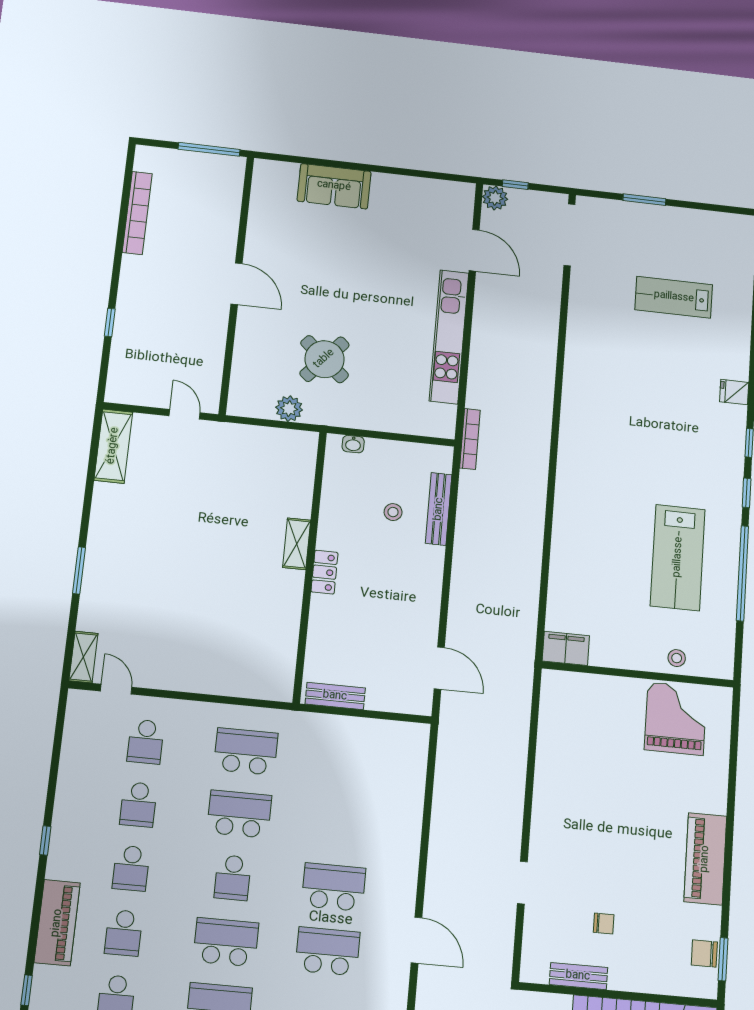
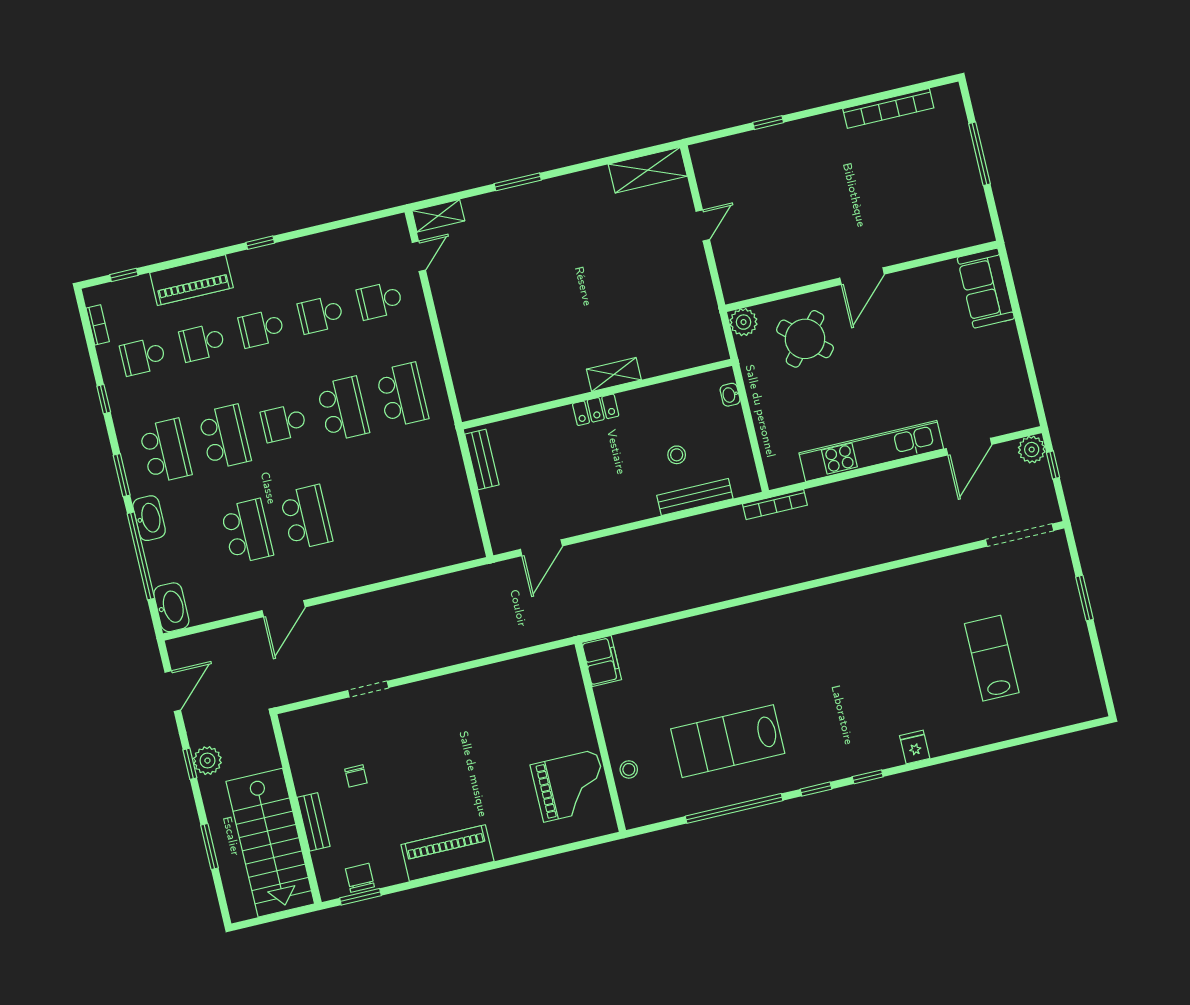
door: (236, 284) -> (862, 276), moved
wall: (236, 284) -> (862, 276), moved
bench: (578, 976) -> (314, 822), moved

